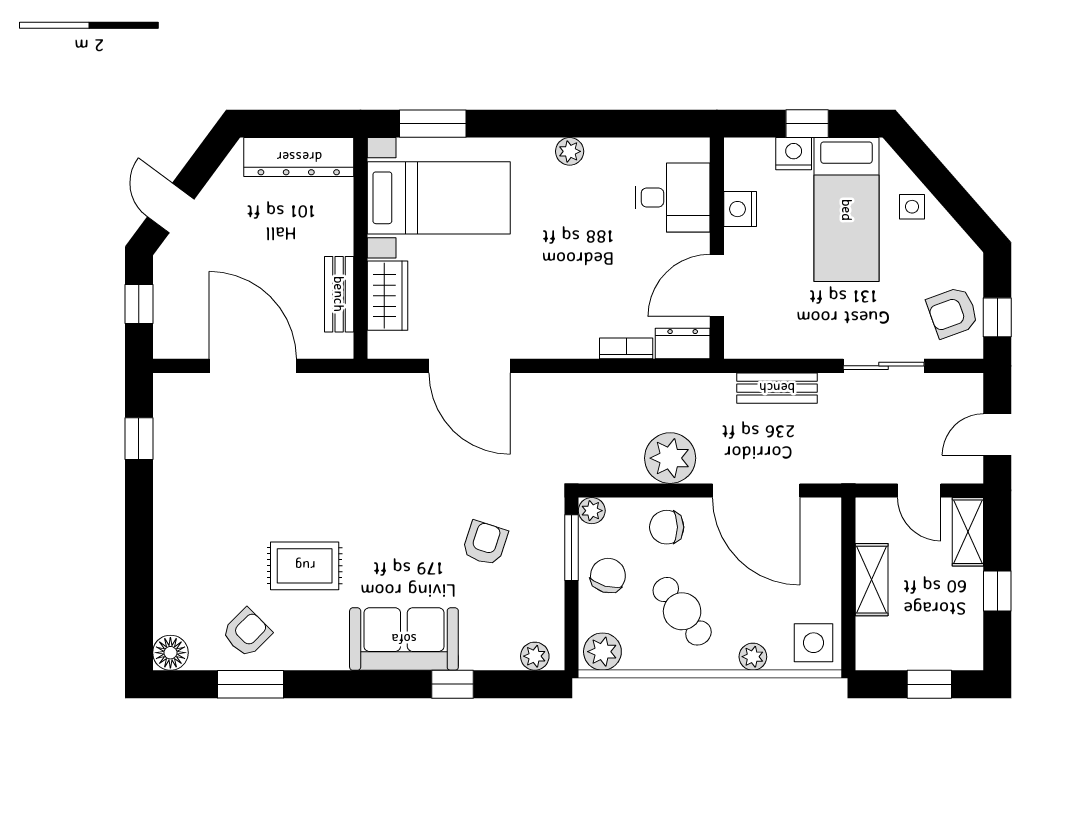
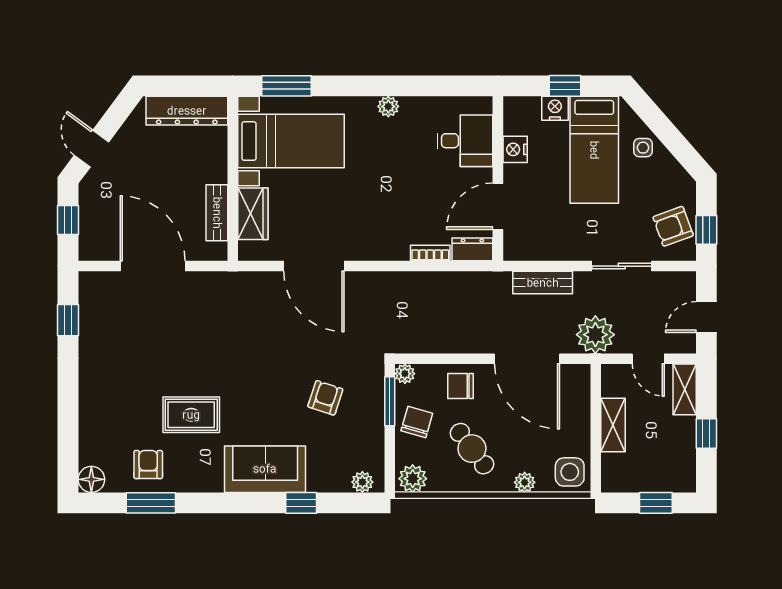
plant: (670, 458) -> (595, 335), moved
armchair: (247, 633) -> (148, 465), turned -45

